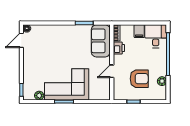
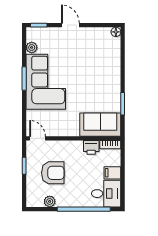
door: (21, 40) -> (70, 25), moved
door: (112, 71) -> (37, 138), moved
armchair: (139, 79) -> (53, 173), turned -90

